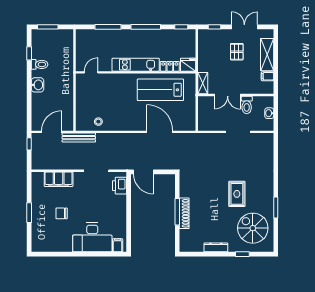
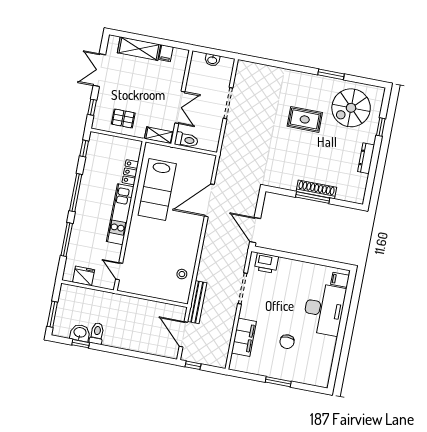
pallet: (237, 52) -> (123, 118), moved
fridge: (188, 65) -> (84, 276), moved, turned 90
washbasin: (37, 85) -> (80, 333), moved
toilet: (247, 105) -> (186, 140), moved
door: (143, 172) -> (255, 230), swing flipped

